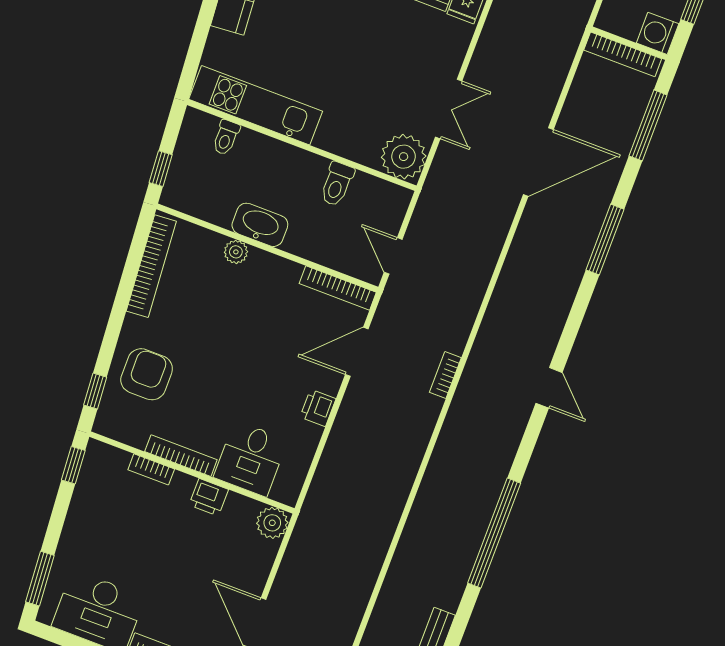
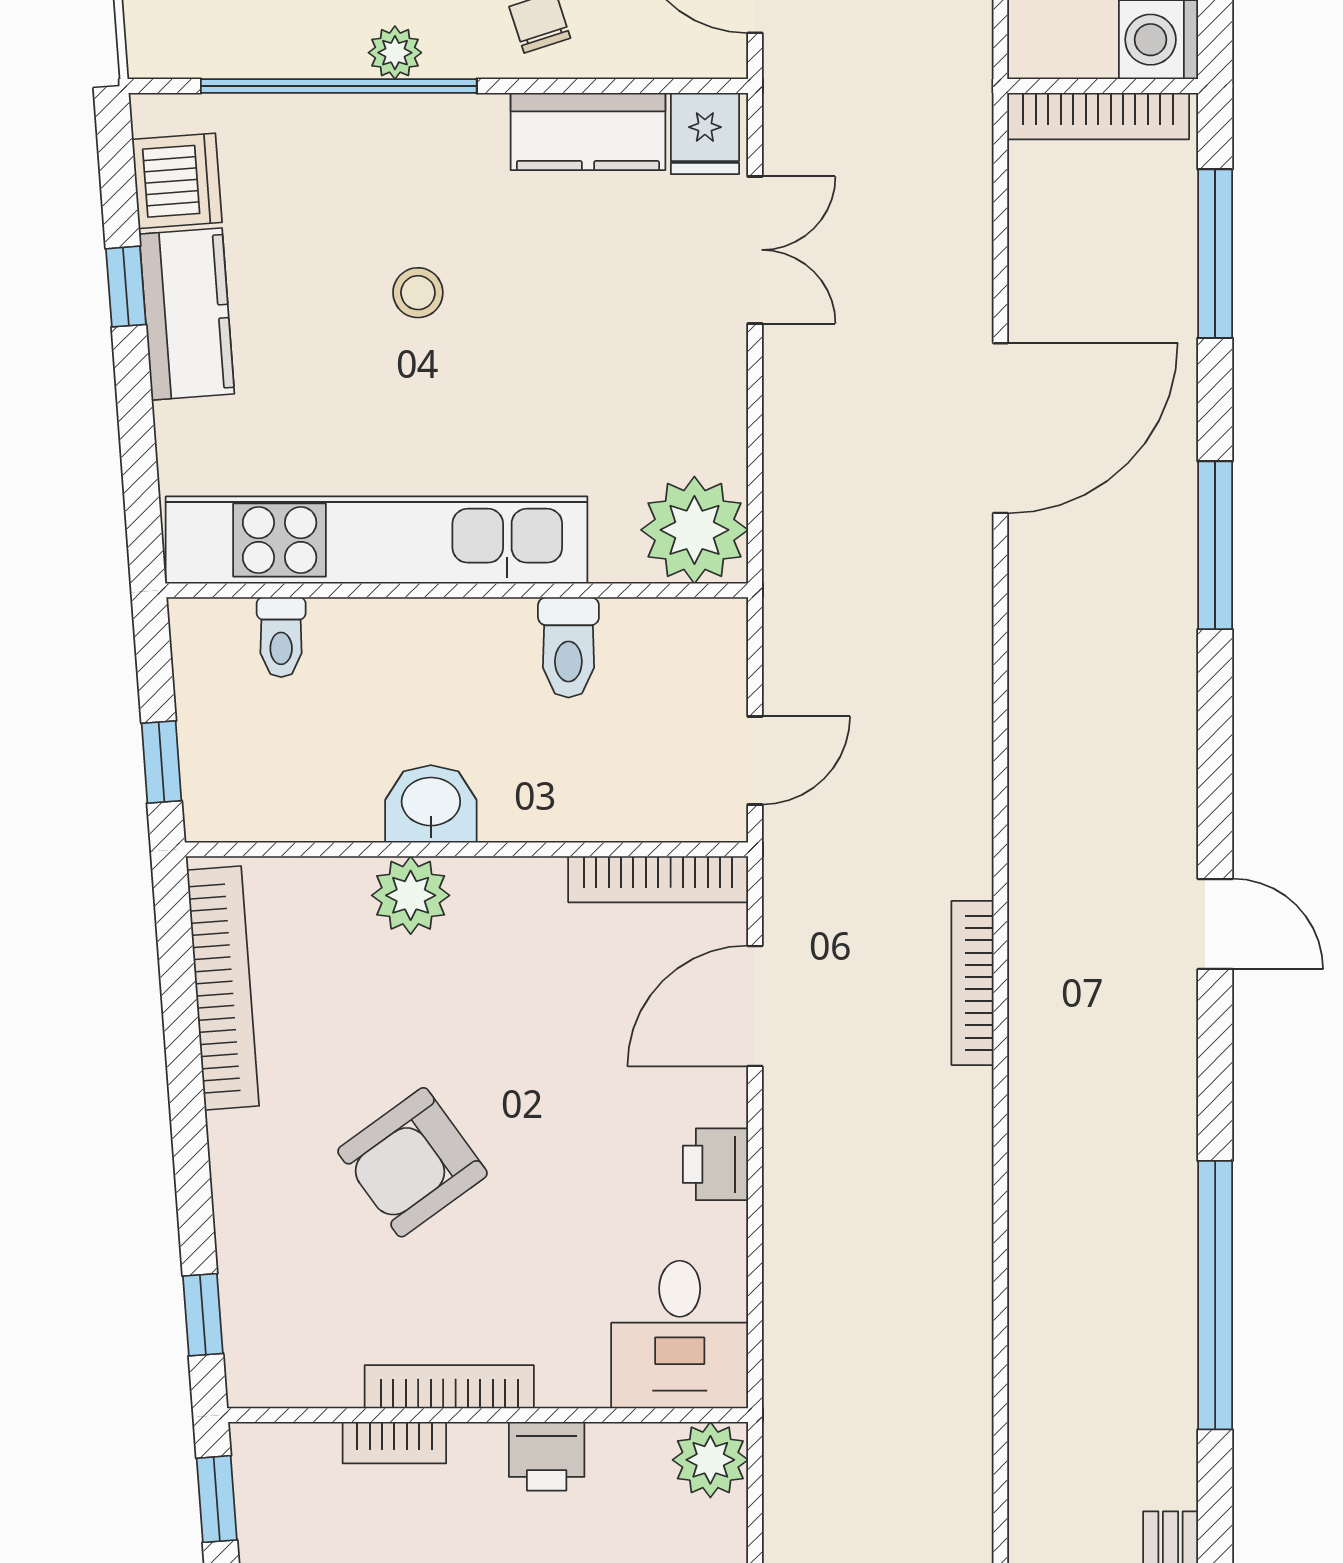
stool: (330, 23) -> (418, 293), added
kitchen unit: (256, 105) -> (377, 540), width x1.36
double door: (449, 109) -> (755, 250), moved
washbasin: (260, 225) -> (431, 804), width x0.72
plant: (236, 252) -> (411, 895), width x1.38, depth x1.38
door: (393, 256) -> (755, 760), swing flipped
armchair: (147, 374) -> (413, 1162), moved, turned -126
bookcase: (445, 375) -> (972, 983), width x1.56
desk: (251, 459) -> (680, 1335), moved

